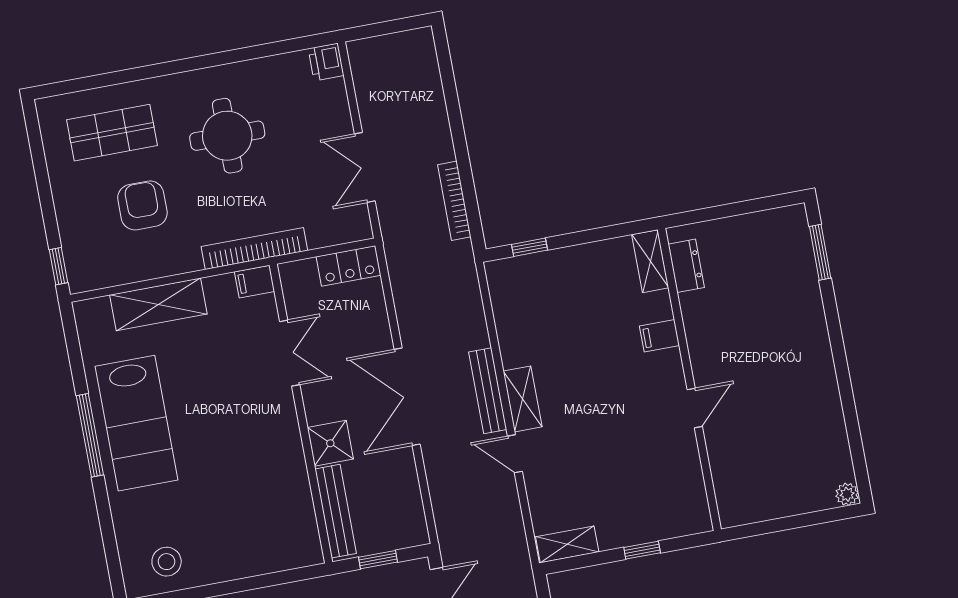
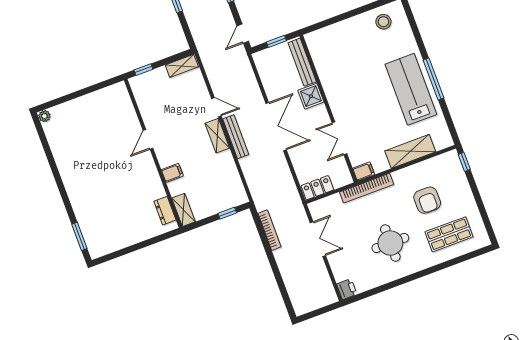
shelving: (650, 261) -> (184, 210), moved
dresser: (686, 266) -> (165, 211), moved
filing cabinet: (659, 336) -> (172, 173), moved
wall: (689, 379) -> (153, 153), moved
door: (695, 408) -> (148, 139), moved

